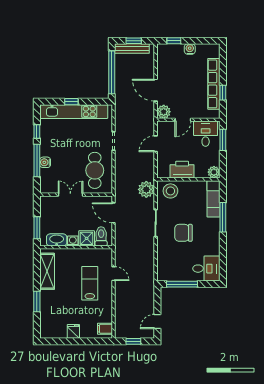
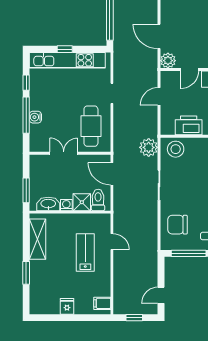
chair: (183, 233) -> (177, 225), moved

